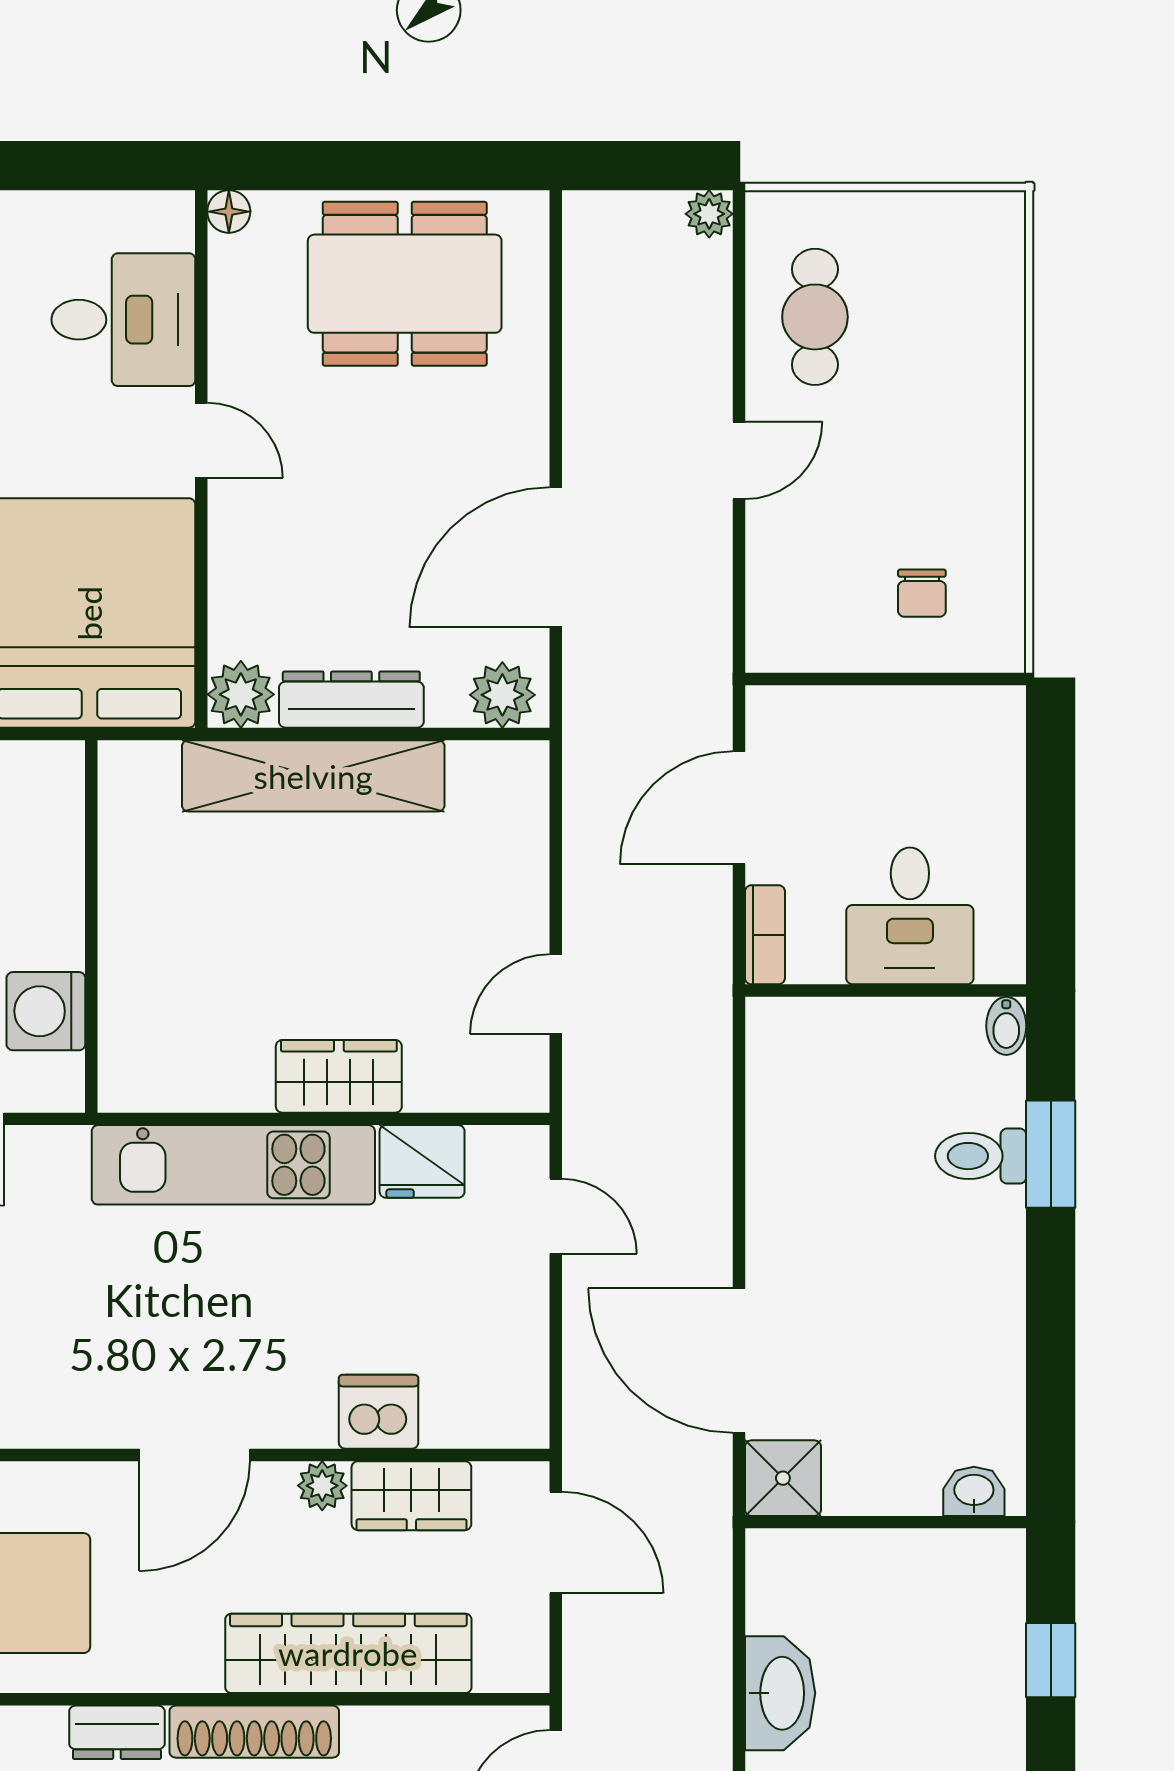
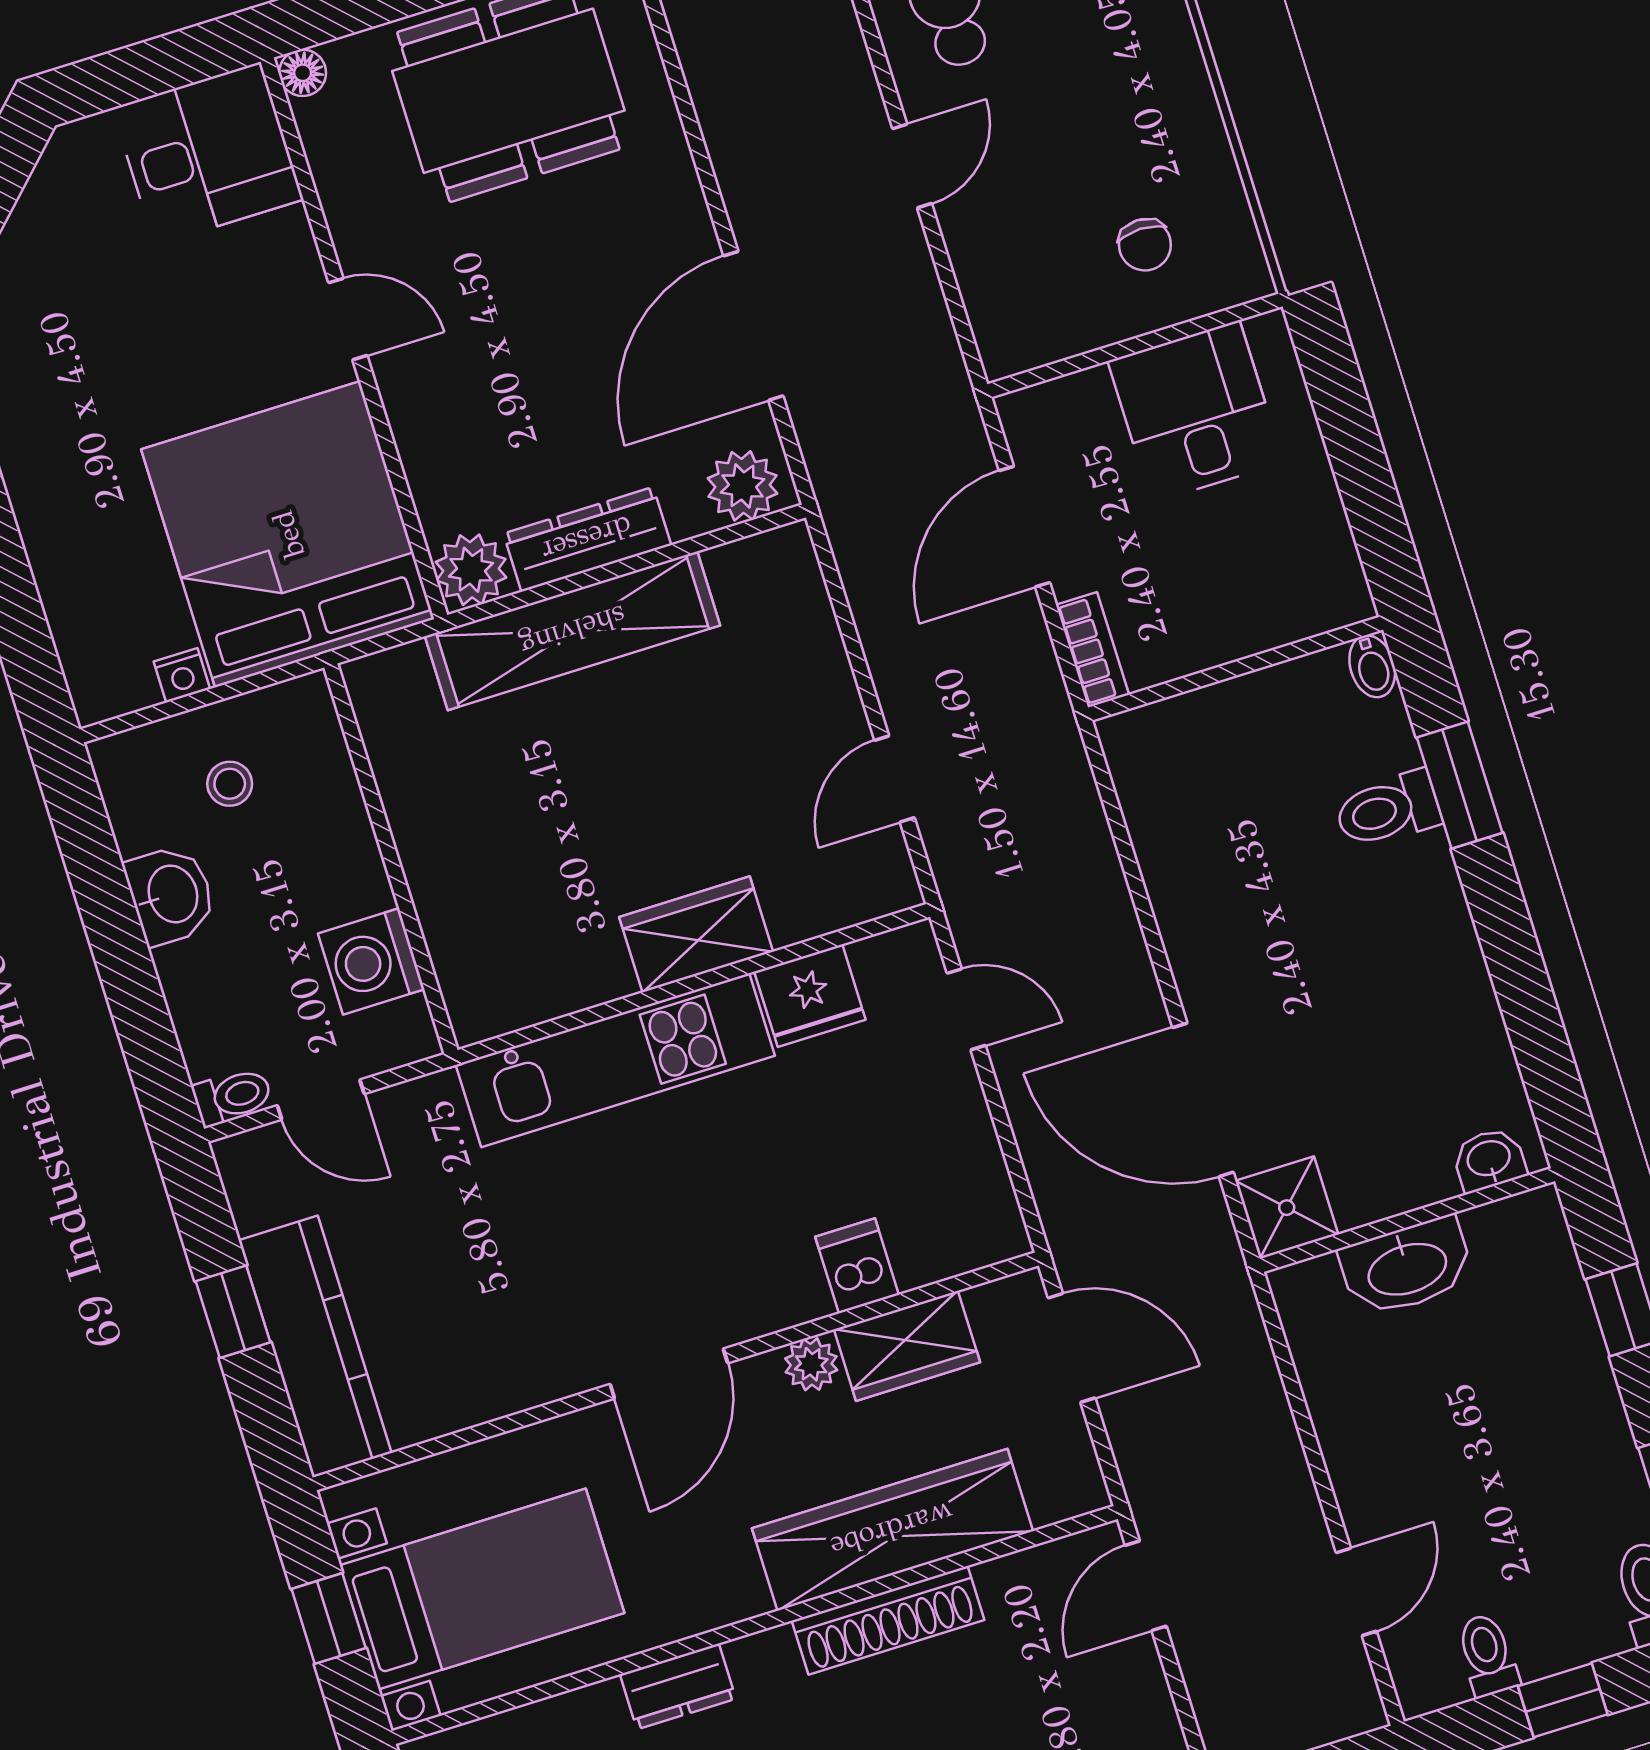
desk: (123, 320) -> (208, 154), moved
desk: (910, 916) -> (1196, 411), moved, turned 180
dishwasher: (379, 1412) -> (857, 1266), width x0.73
washbasin: (780, 1693) -> (1407, 1267), moved, turned 90
shoe rack: (254, 1732) -> (888, 1620), moved

